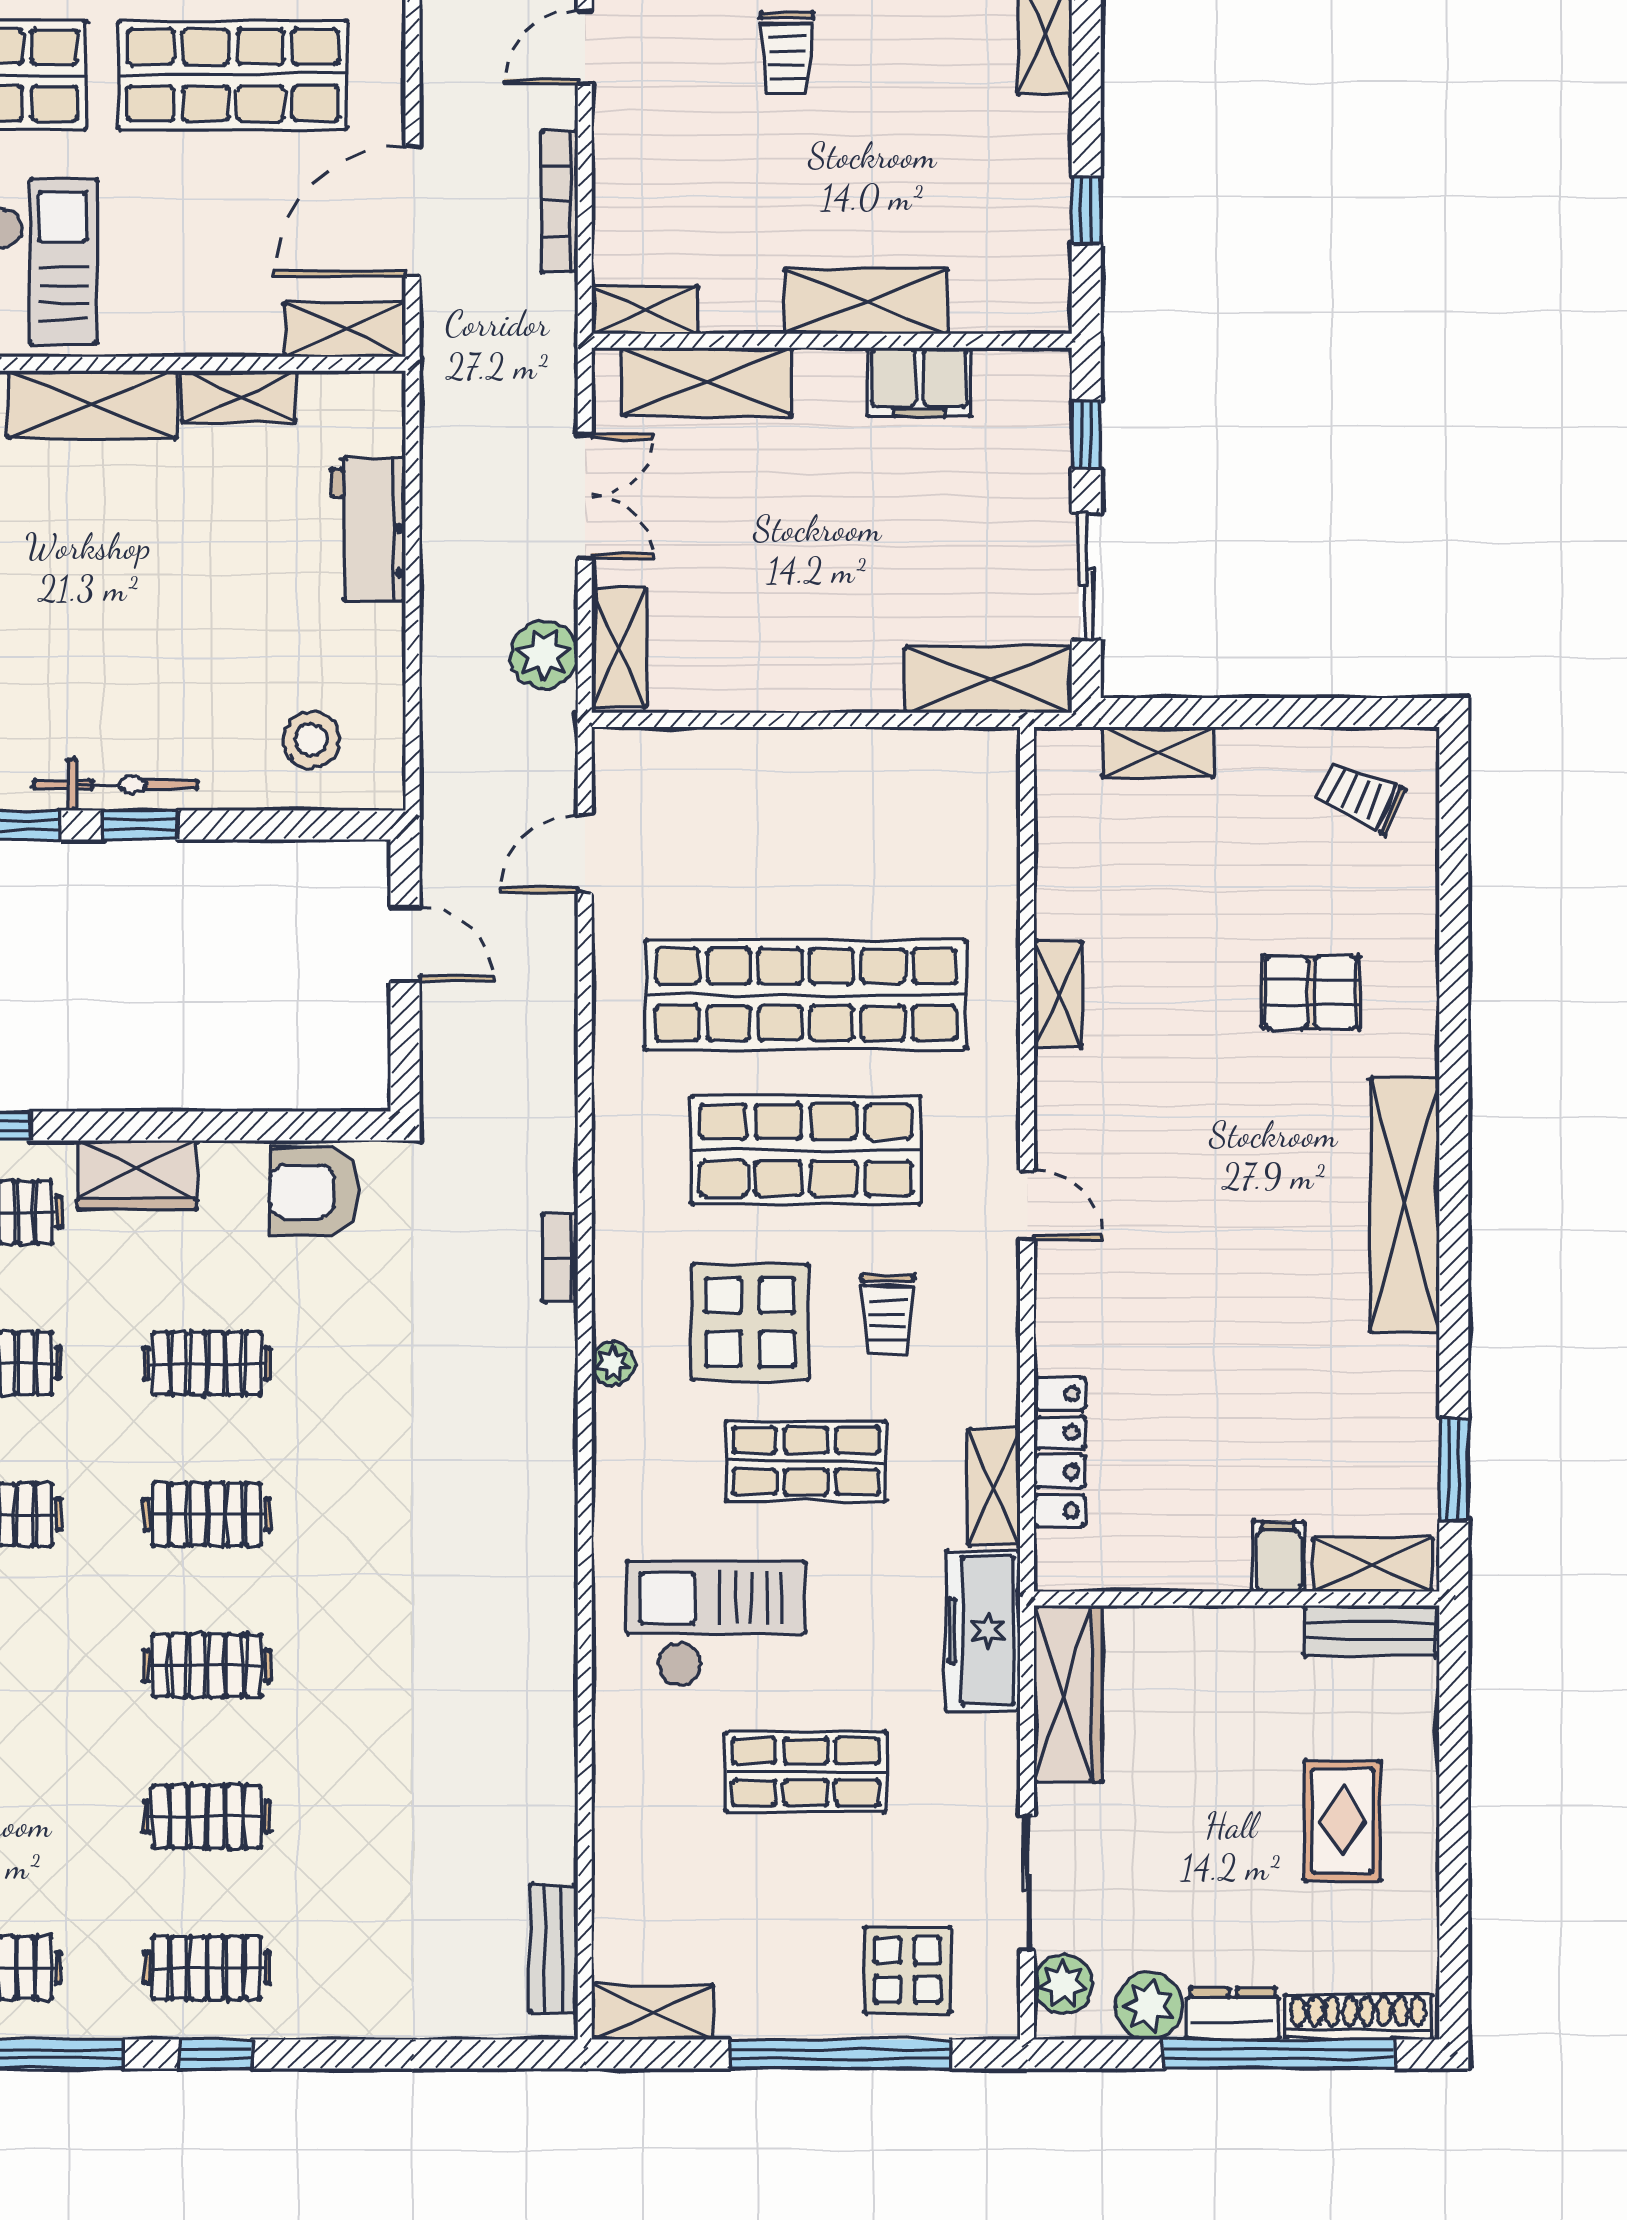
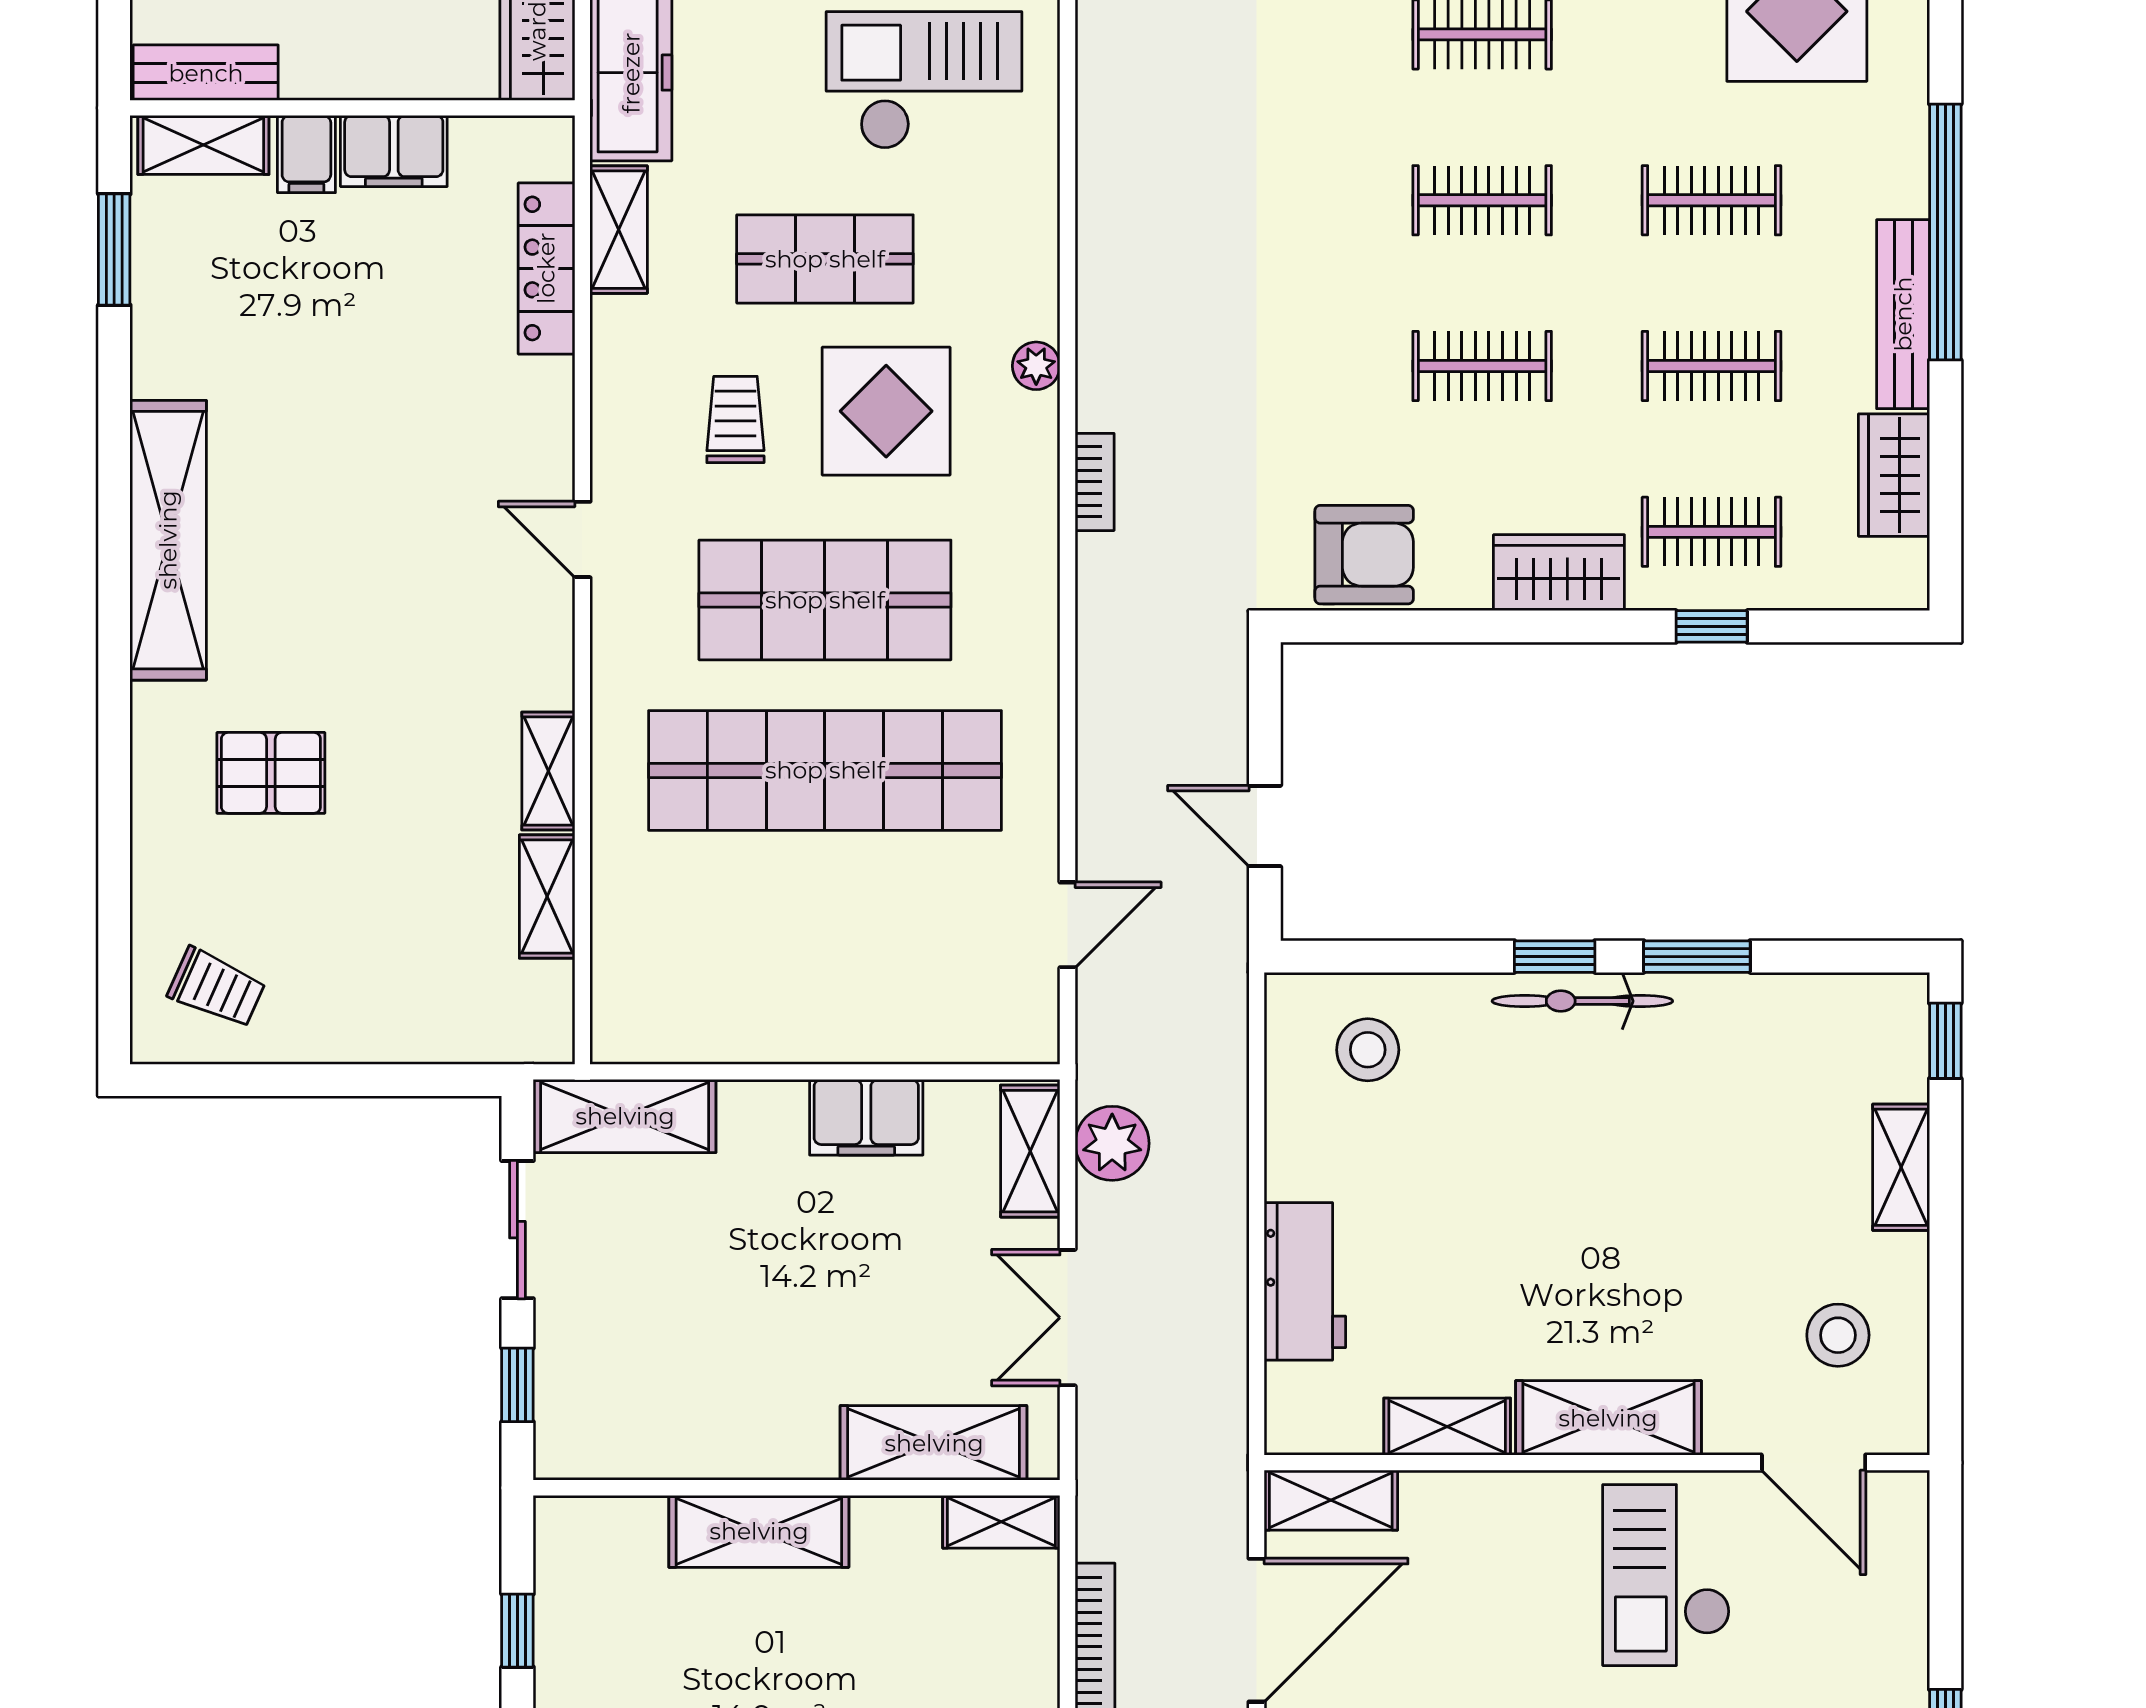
filing cabinet: (919, 382) -> (866, 1117), moved, turned 180
shelving: (1158, 752) -> (547, 897), moved, turned 90
filing cabinet: (1199, 1559) -> (394, 151), added
checkout: (716, 1624) -> (924, 80), turned 180

